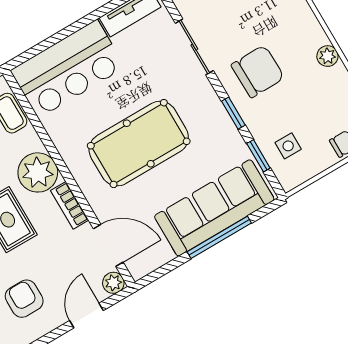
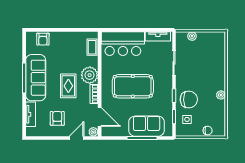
chair: (258, 71) -> (189, 100), moved
sofa: (214, 208) -> (147, 126), width x0.73

